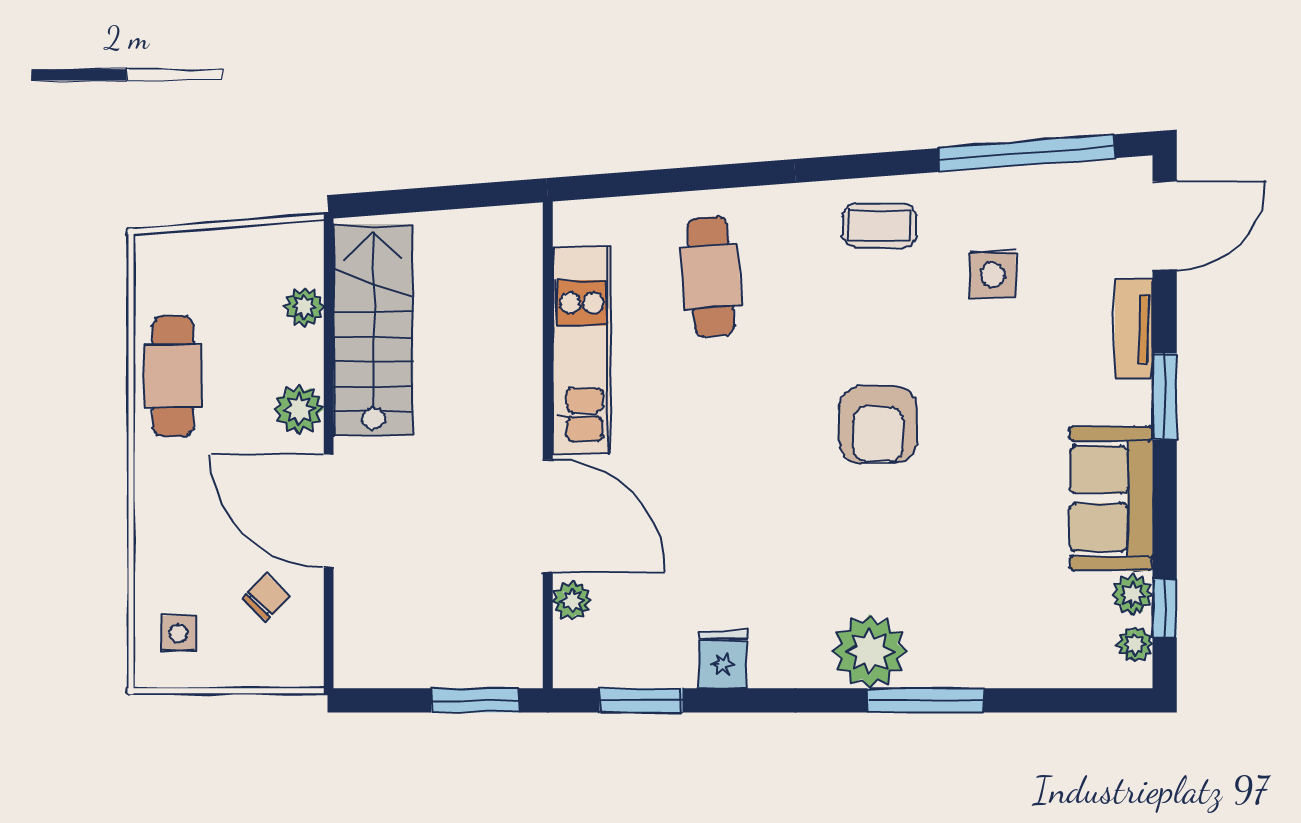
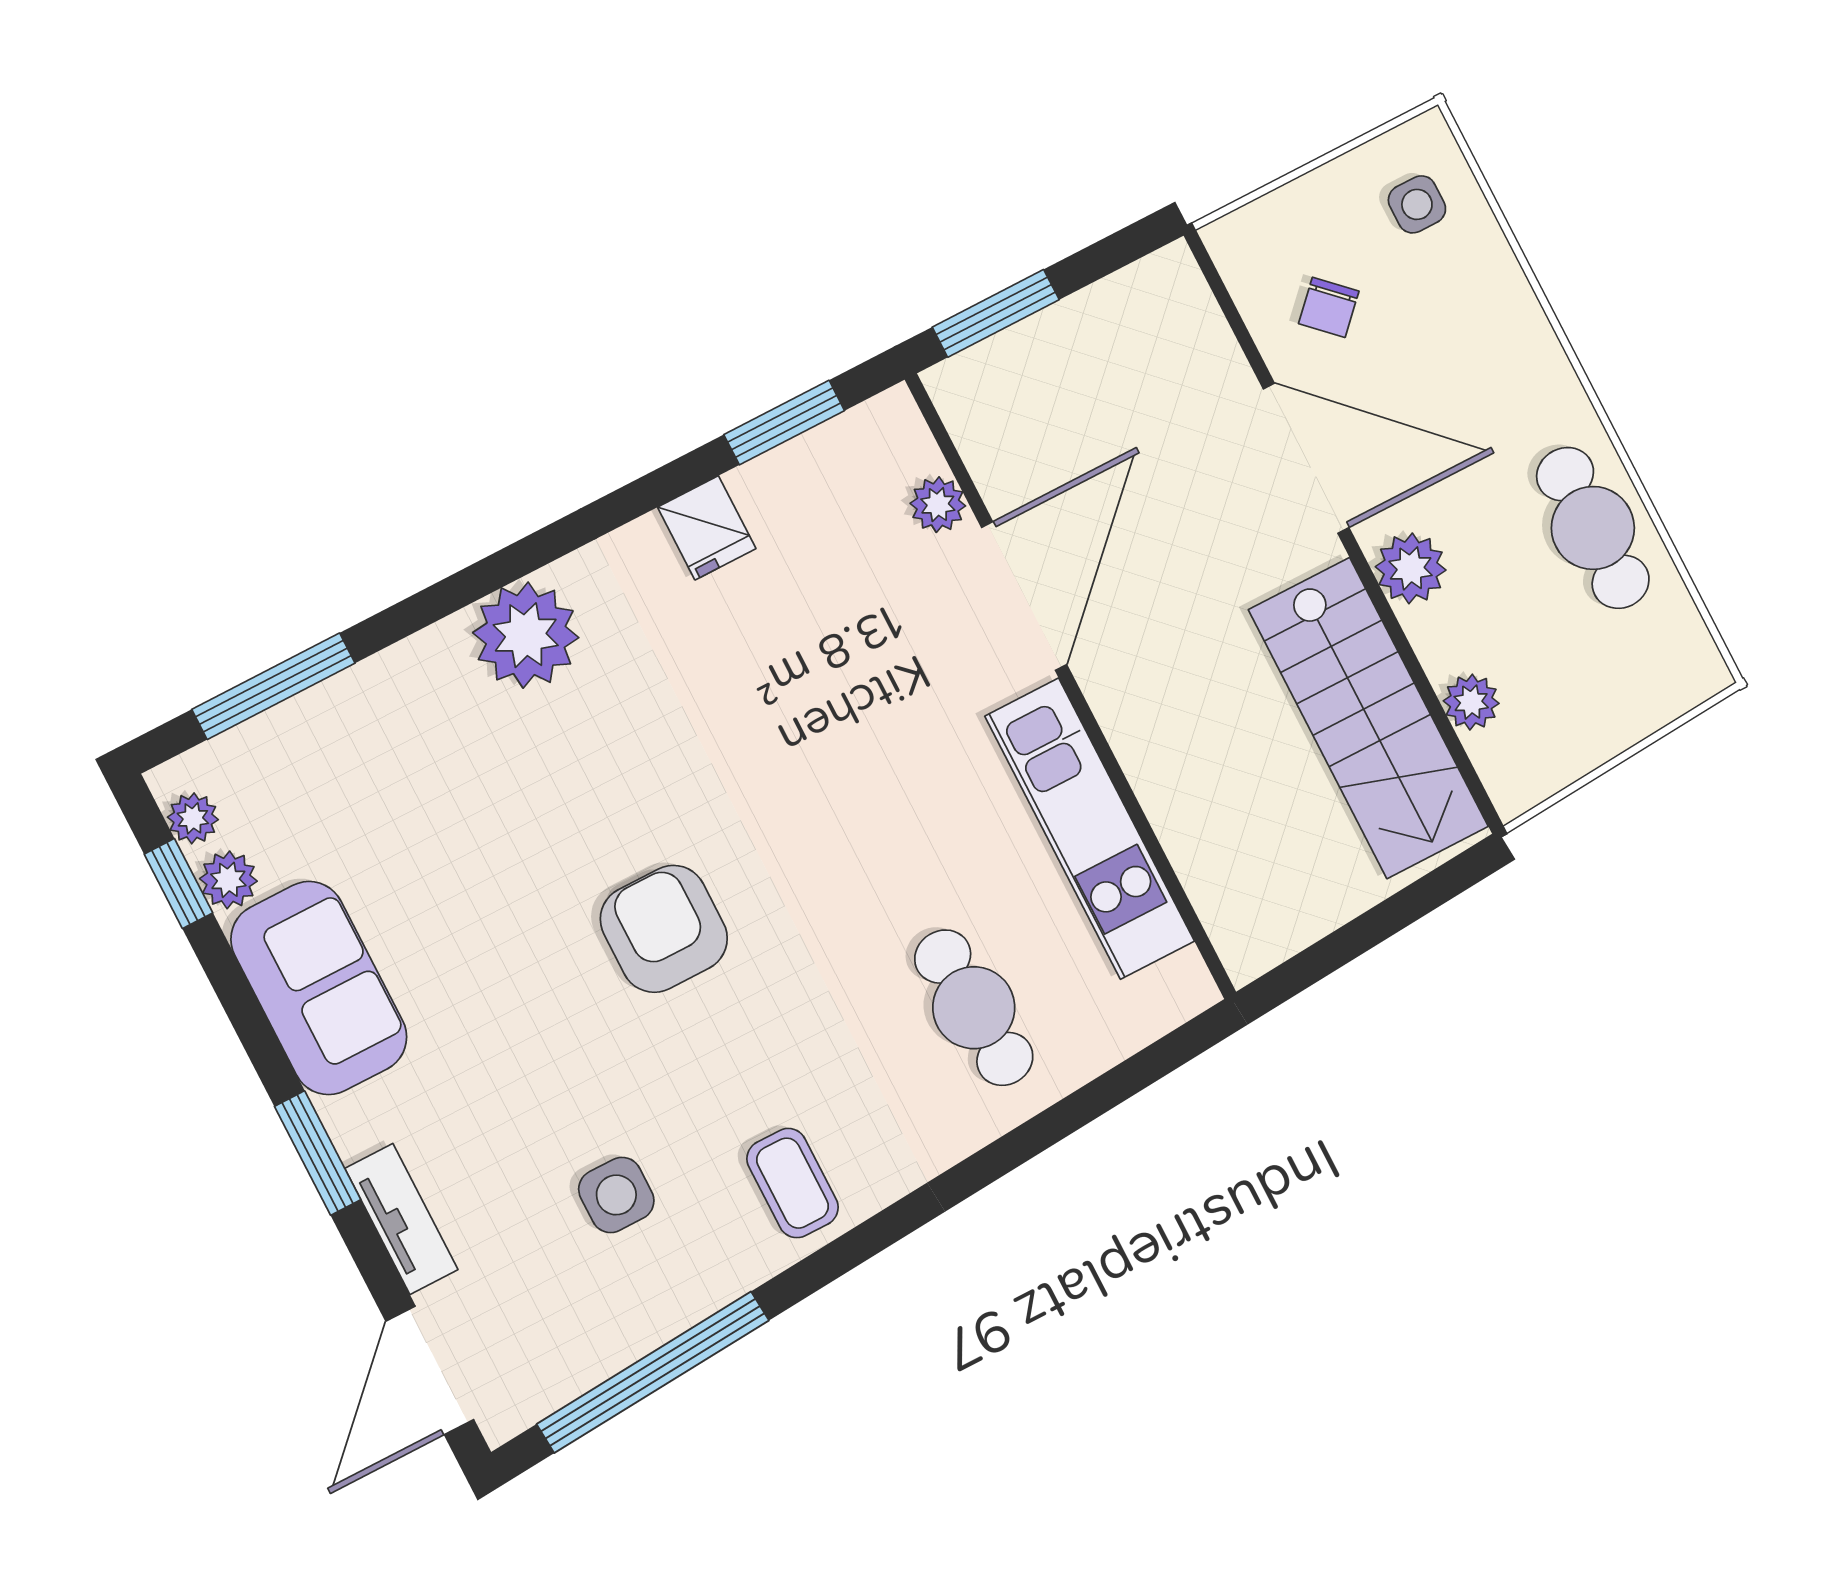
coffee table: (880, 226) -> (792, 1183), turned 90
door: (548, 516) -> (1024, 596), swing flipped
window: (926, 700) -> (273, 686), moved

